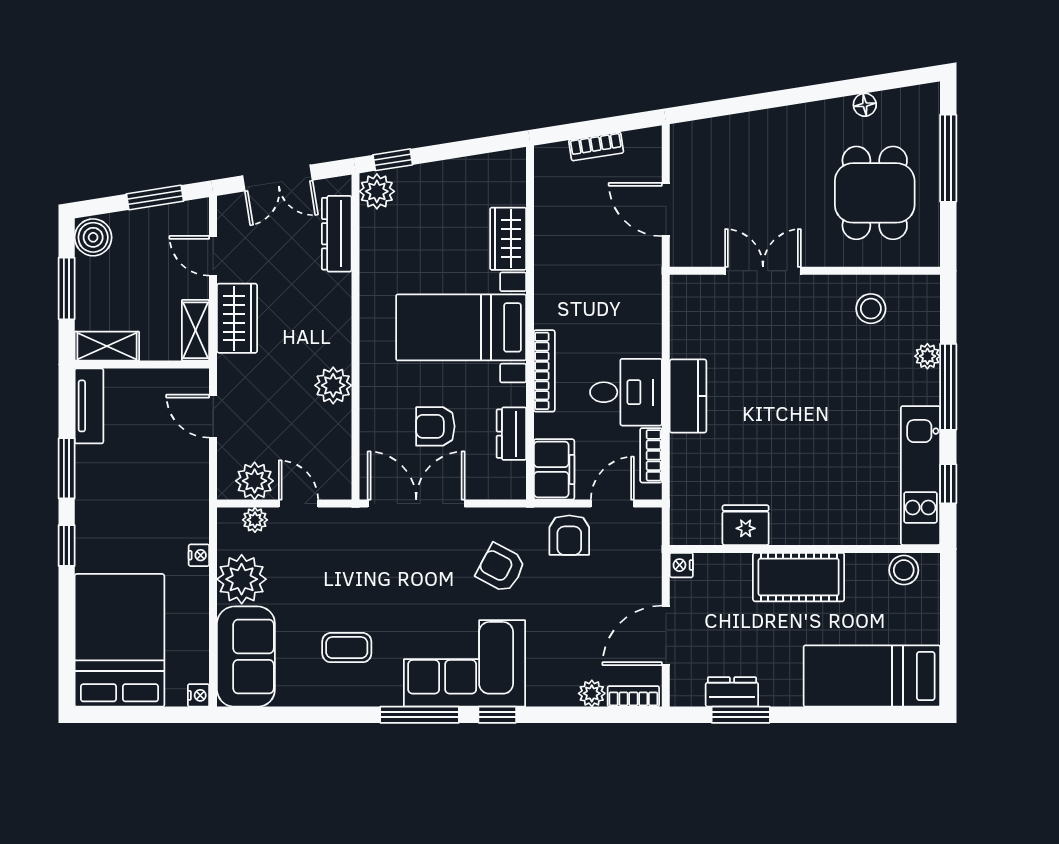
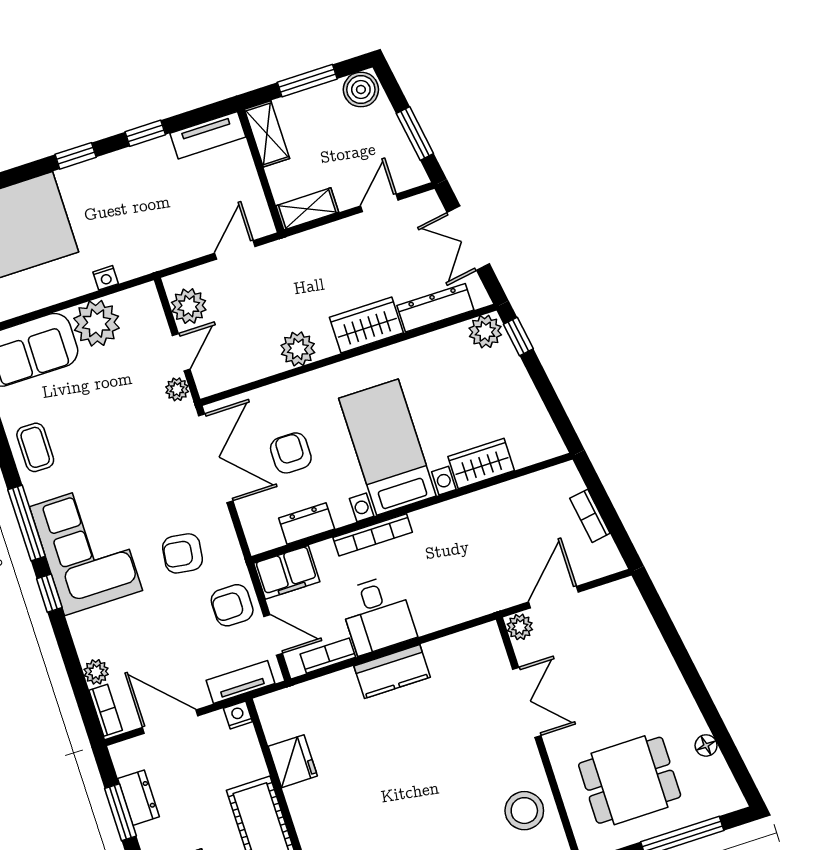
plant: (685, 253) -> (520, 627), added
stool: (871, 309) -> (524, 811), width x1.38, depth x1.38
wardrobe: (237, 318) -> (366, 325), moved, turned 180
window: (67, 468) -> (145, 133), width x0.67
plant: (255, 520) -> (177, 389), moved
tv unit: (649, 552) -> (241, 682), added
armchair: (501, 568) -> (182, 553), turned -110
coffee table: (347, 648) -> (35, 447), moved

